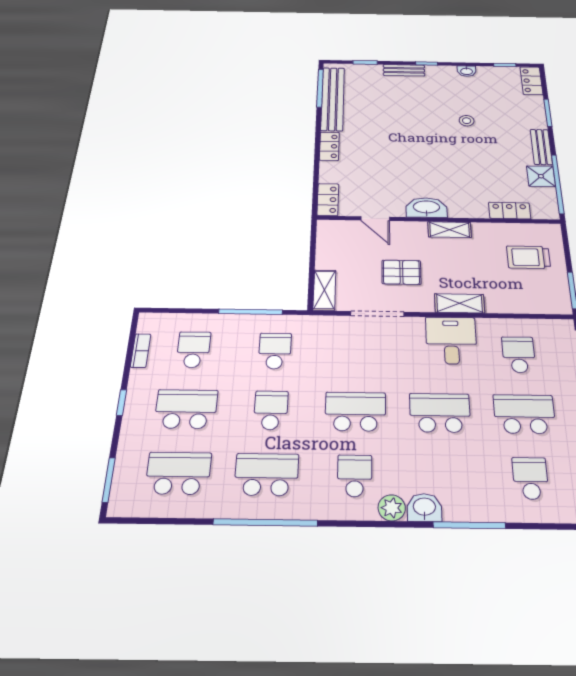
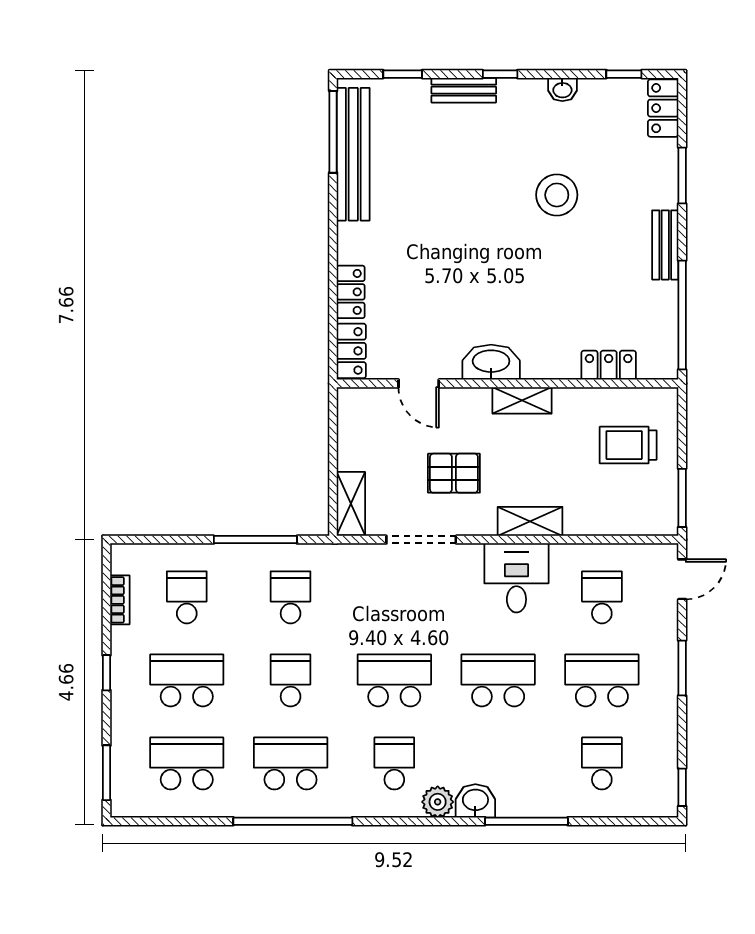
stool: (467, 121) -> (557, 195), width x1.89, depth x1.89
locker: (329, 146) -> (351, 292), moved
shower: (541, 176) -> (659, 301), removed

